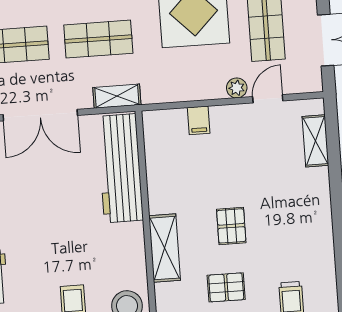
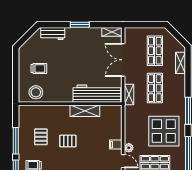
filing cabinet: (199, 120) -> (116, 145), moved
shelving: (165, 248) -> (85, 111), moved

